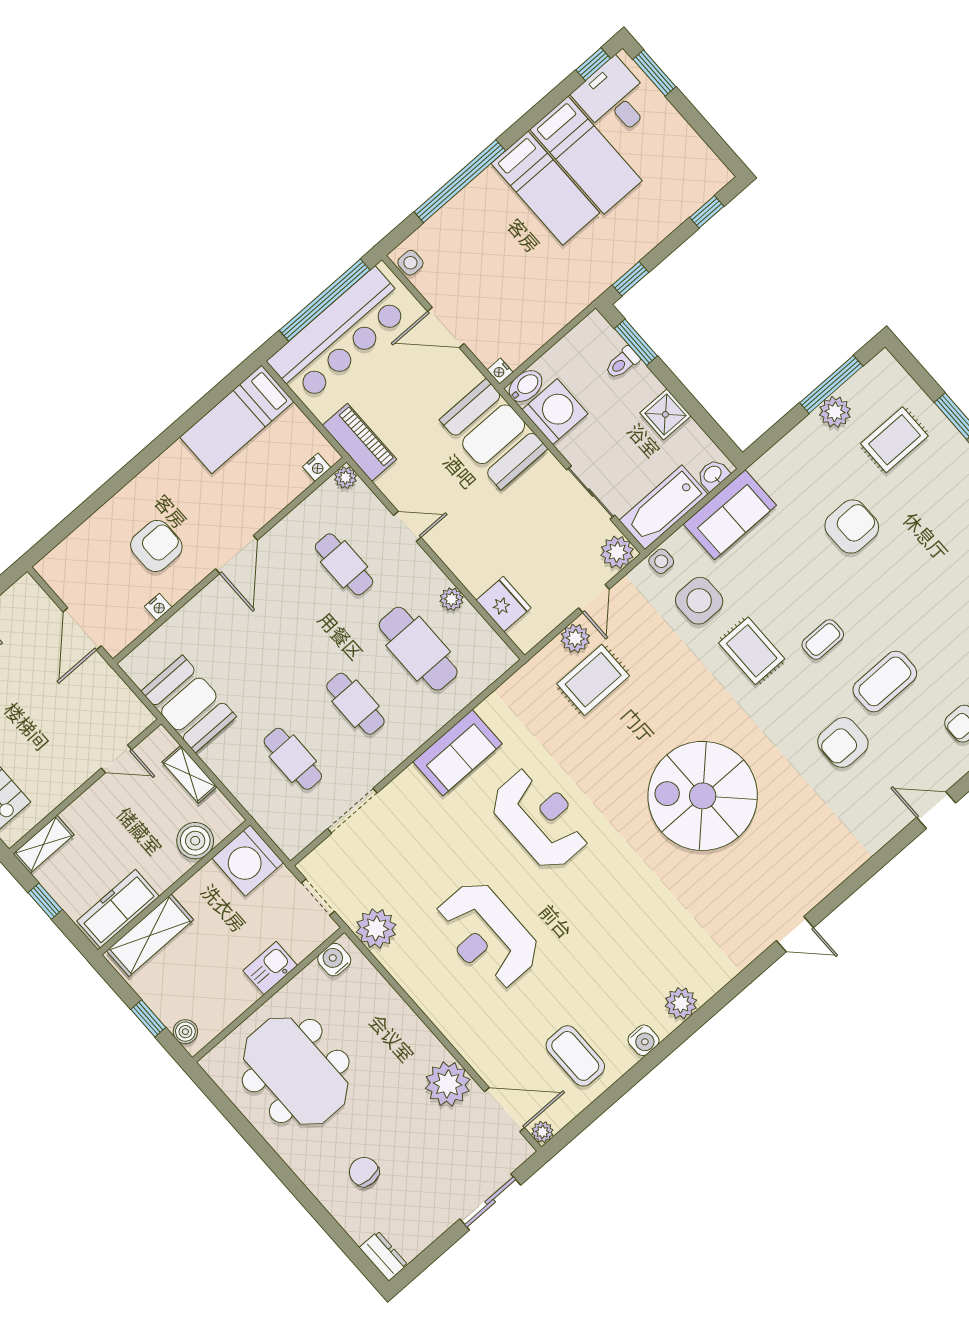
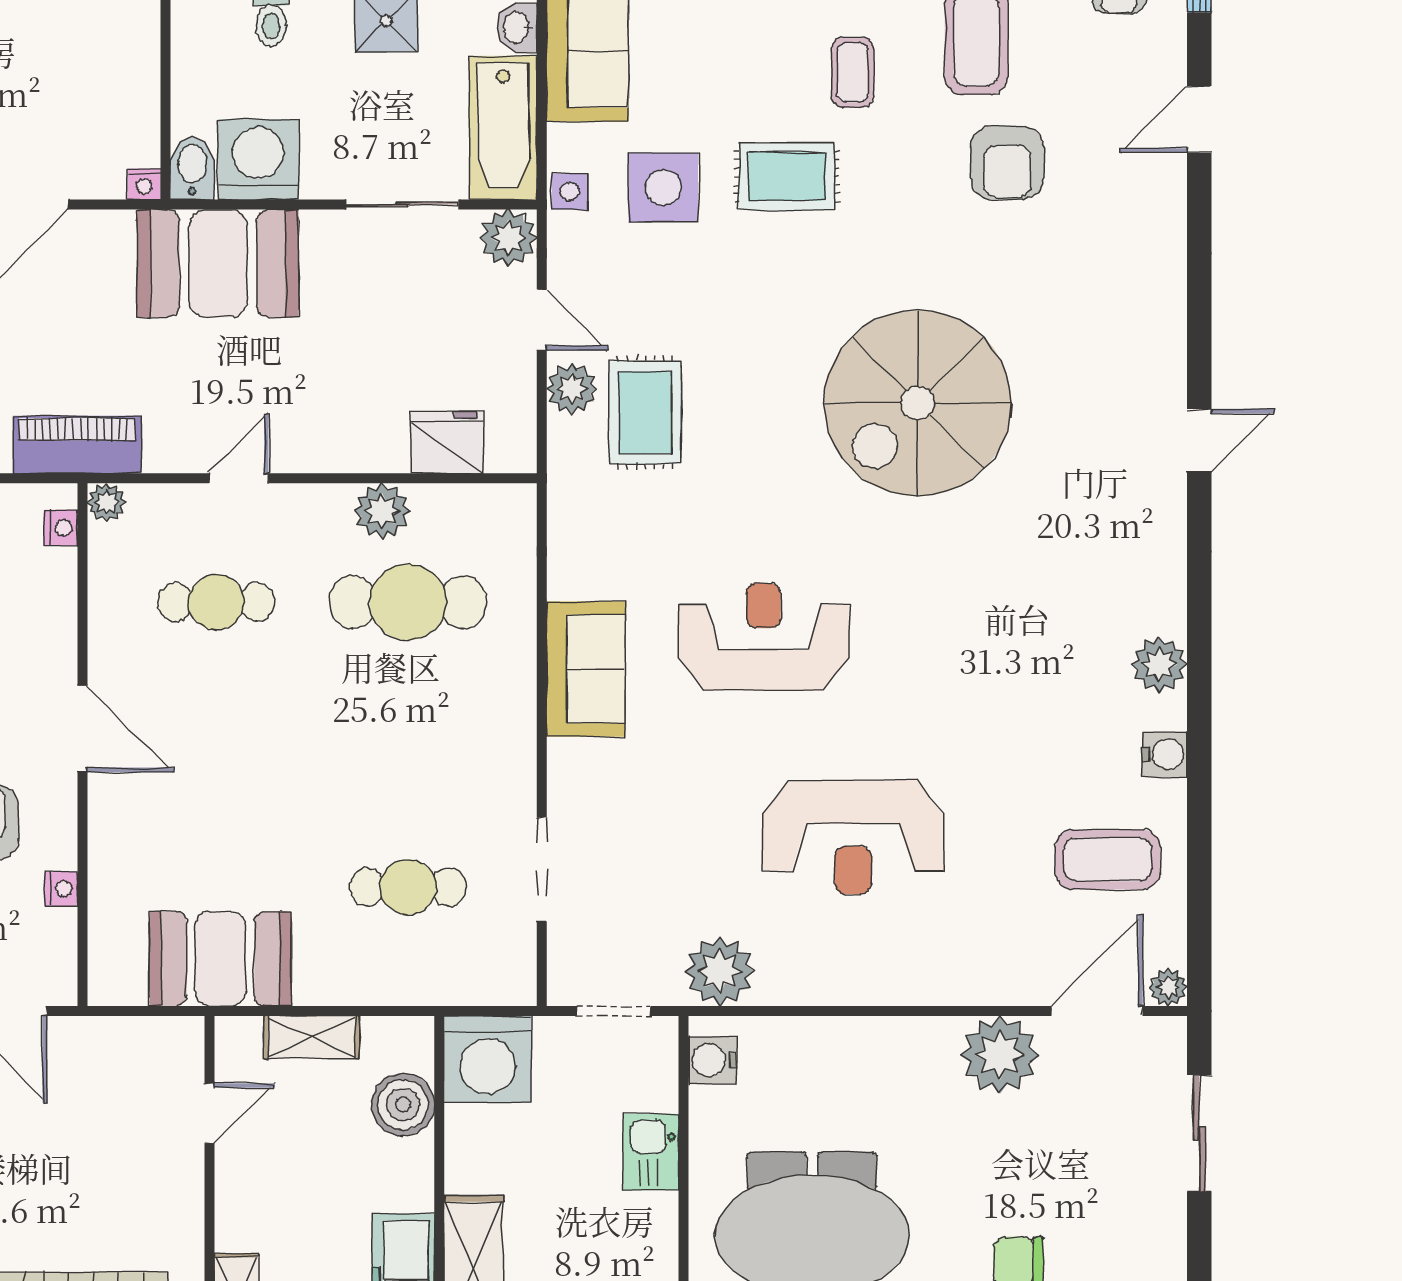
plant: (452, 599) -> (382, 511), width x1.38, depth x1.38
cafe table: (355, 704) -> (408, 745), removed

